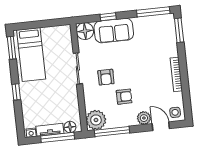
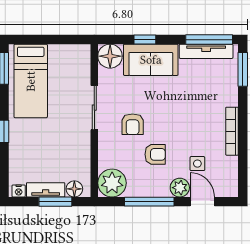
tv unit: (152, 20) -> (206, 51), added
side table: (175, 112) -> (197, 164), moved
window: (112, 131) -> (149, 202), moved
window: (58, 137) -> (55, 202), width x0.69

